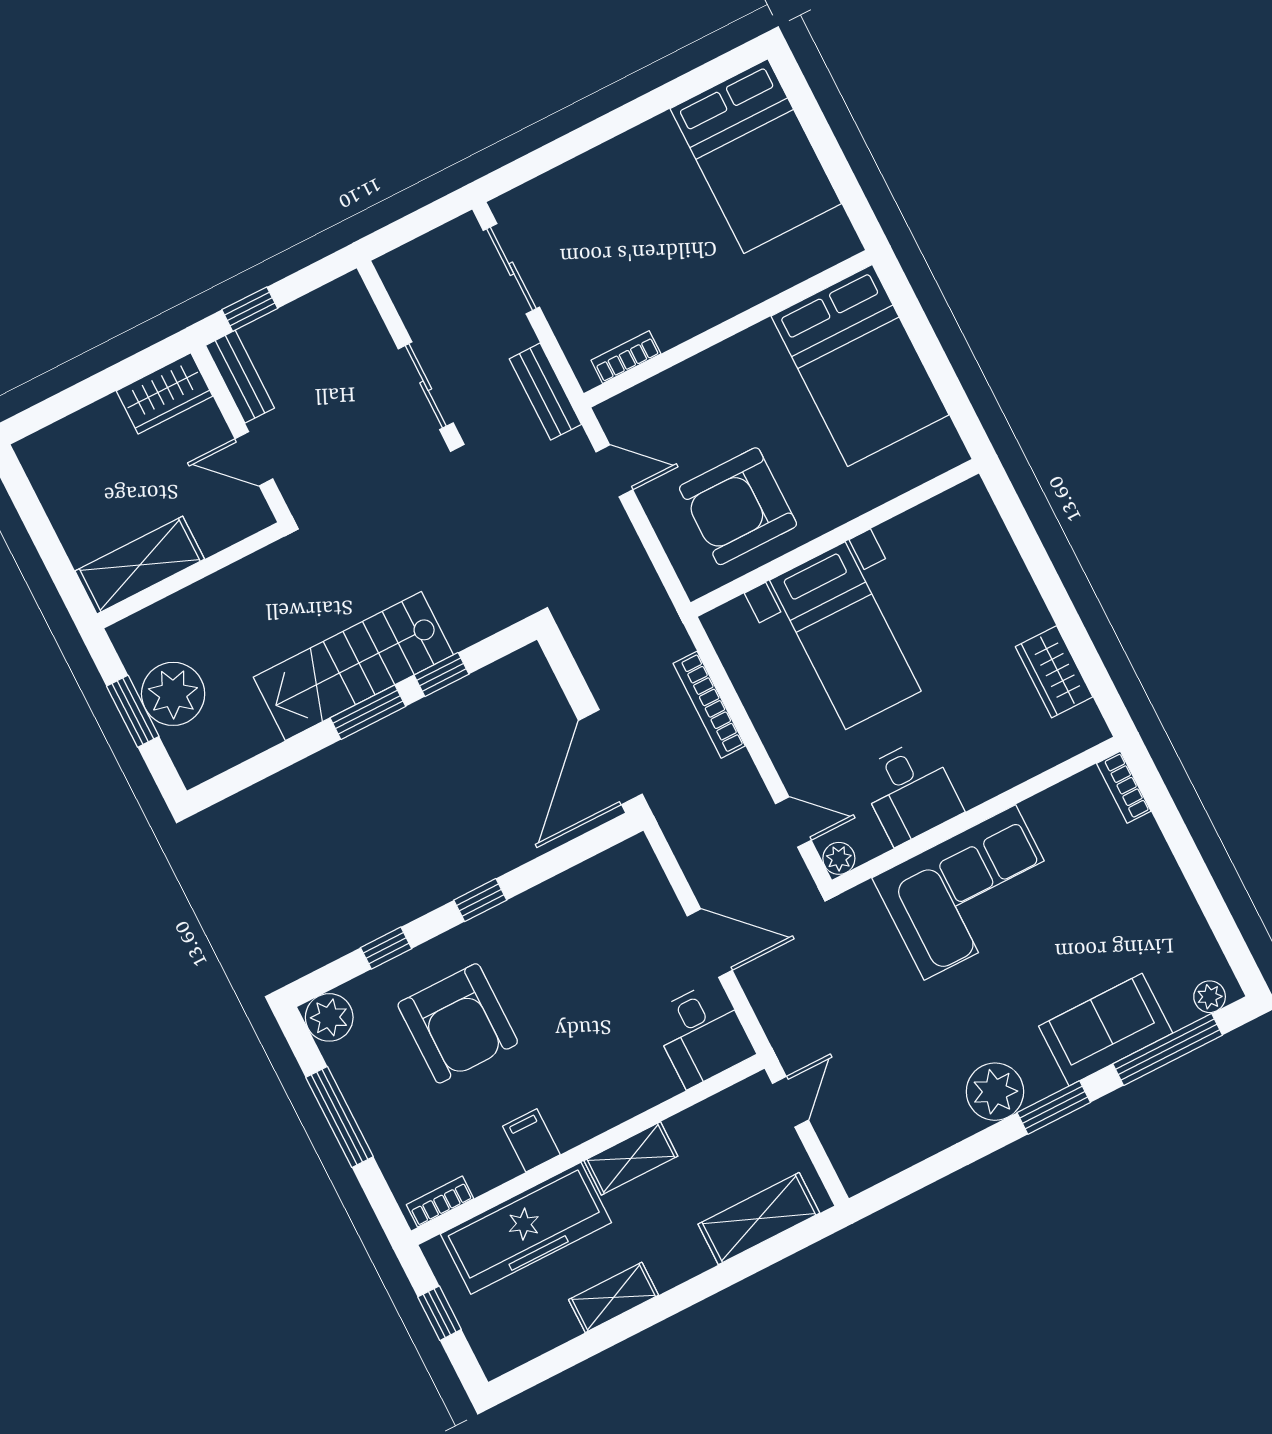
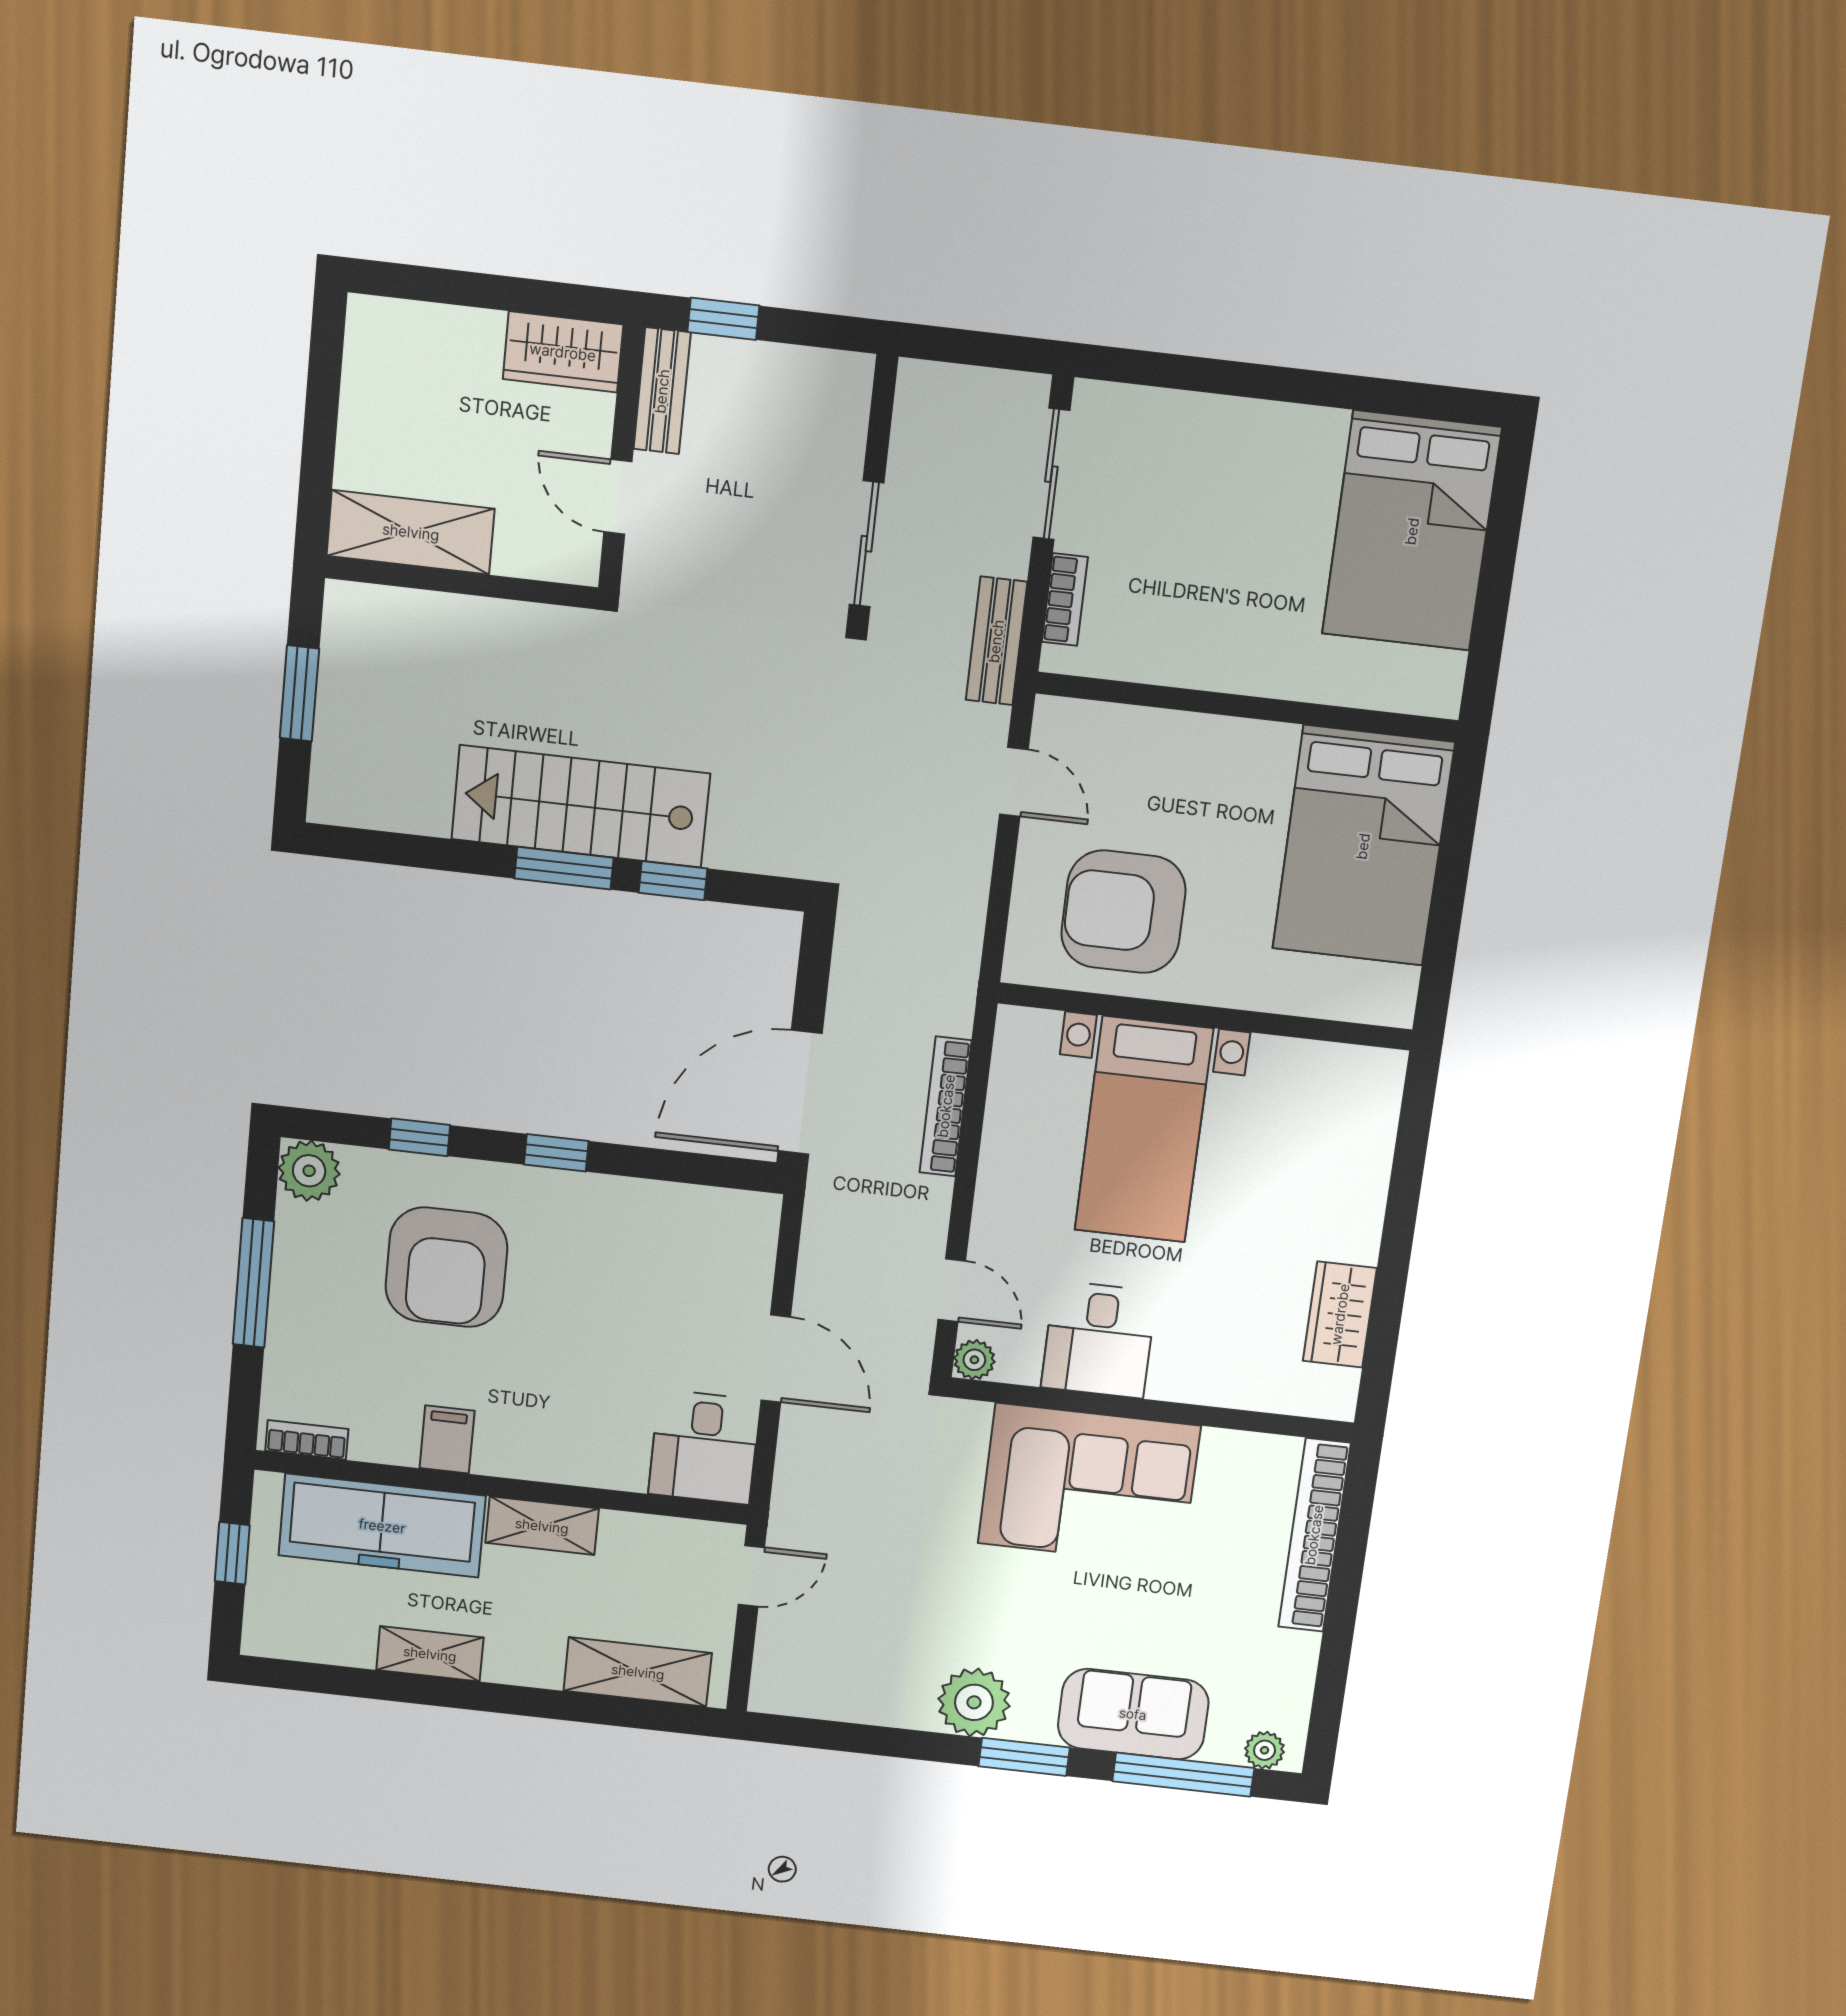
bookcase: (626, 357) -> (1065, 600), moved, turned 90
plant: (173, 694) -> (357, 704), removed
bookcase: (1124, 787) -> (1314, 1535), width x2.31, depth x1.31

